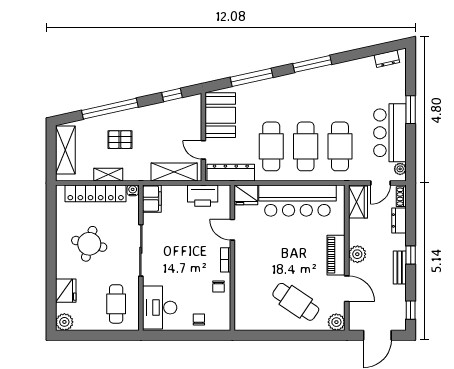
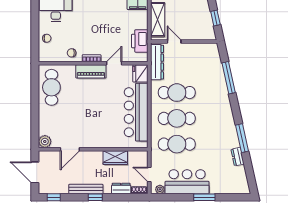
dresser: (387, 59) -> (238, 157), moved
window: (312, 64) -> (242, 138), moved
booth: (220, 115) -> (200, 54), removed
door: (203, 150) -> (174, 42), hinge flipped
wardrobe: (358, 202) -> (115, 158), moved
plant: (357, 254) -> (96, 157), removed
piano: (336, 255) -> (91, 71), moved, turned 180
bench: (400, 267) -> (86, 189), width x1.36
cafe table: (296, 302) -> (51, 87), moved, turned -34

